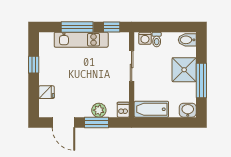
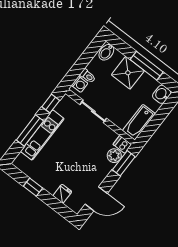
plant: (99, 110) -> (114, 156), moved
window: (97, 122) -> (124, 163), moved

